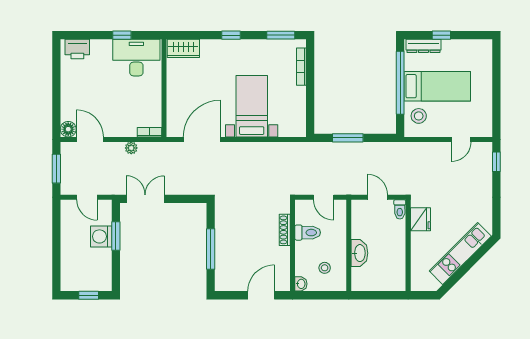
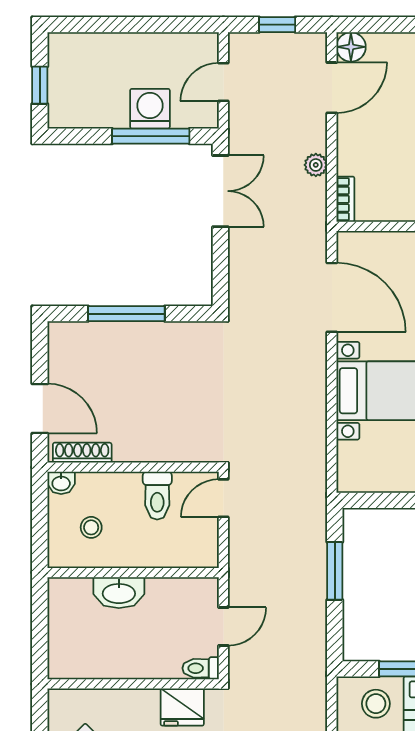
window: (56, 169) -> (277, 25), width x0.67
door: (324, 197) -> (223, 498), moved
shoe rack: (285, 230) -> (82, 453), moved
window: (116, 236) -> (151, 136), width x1.44

